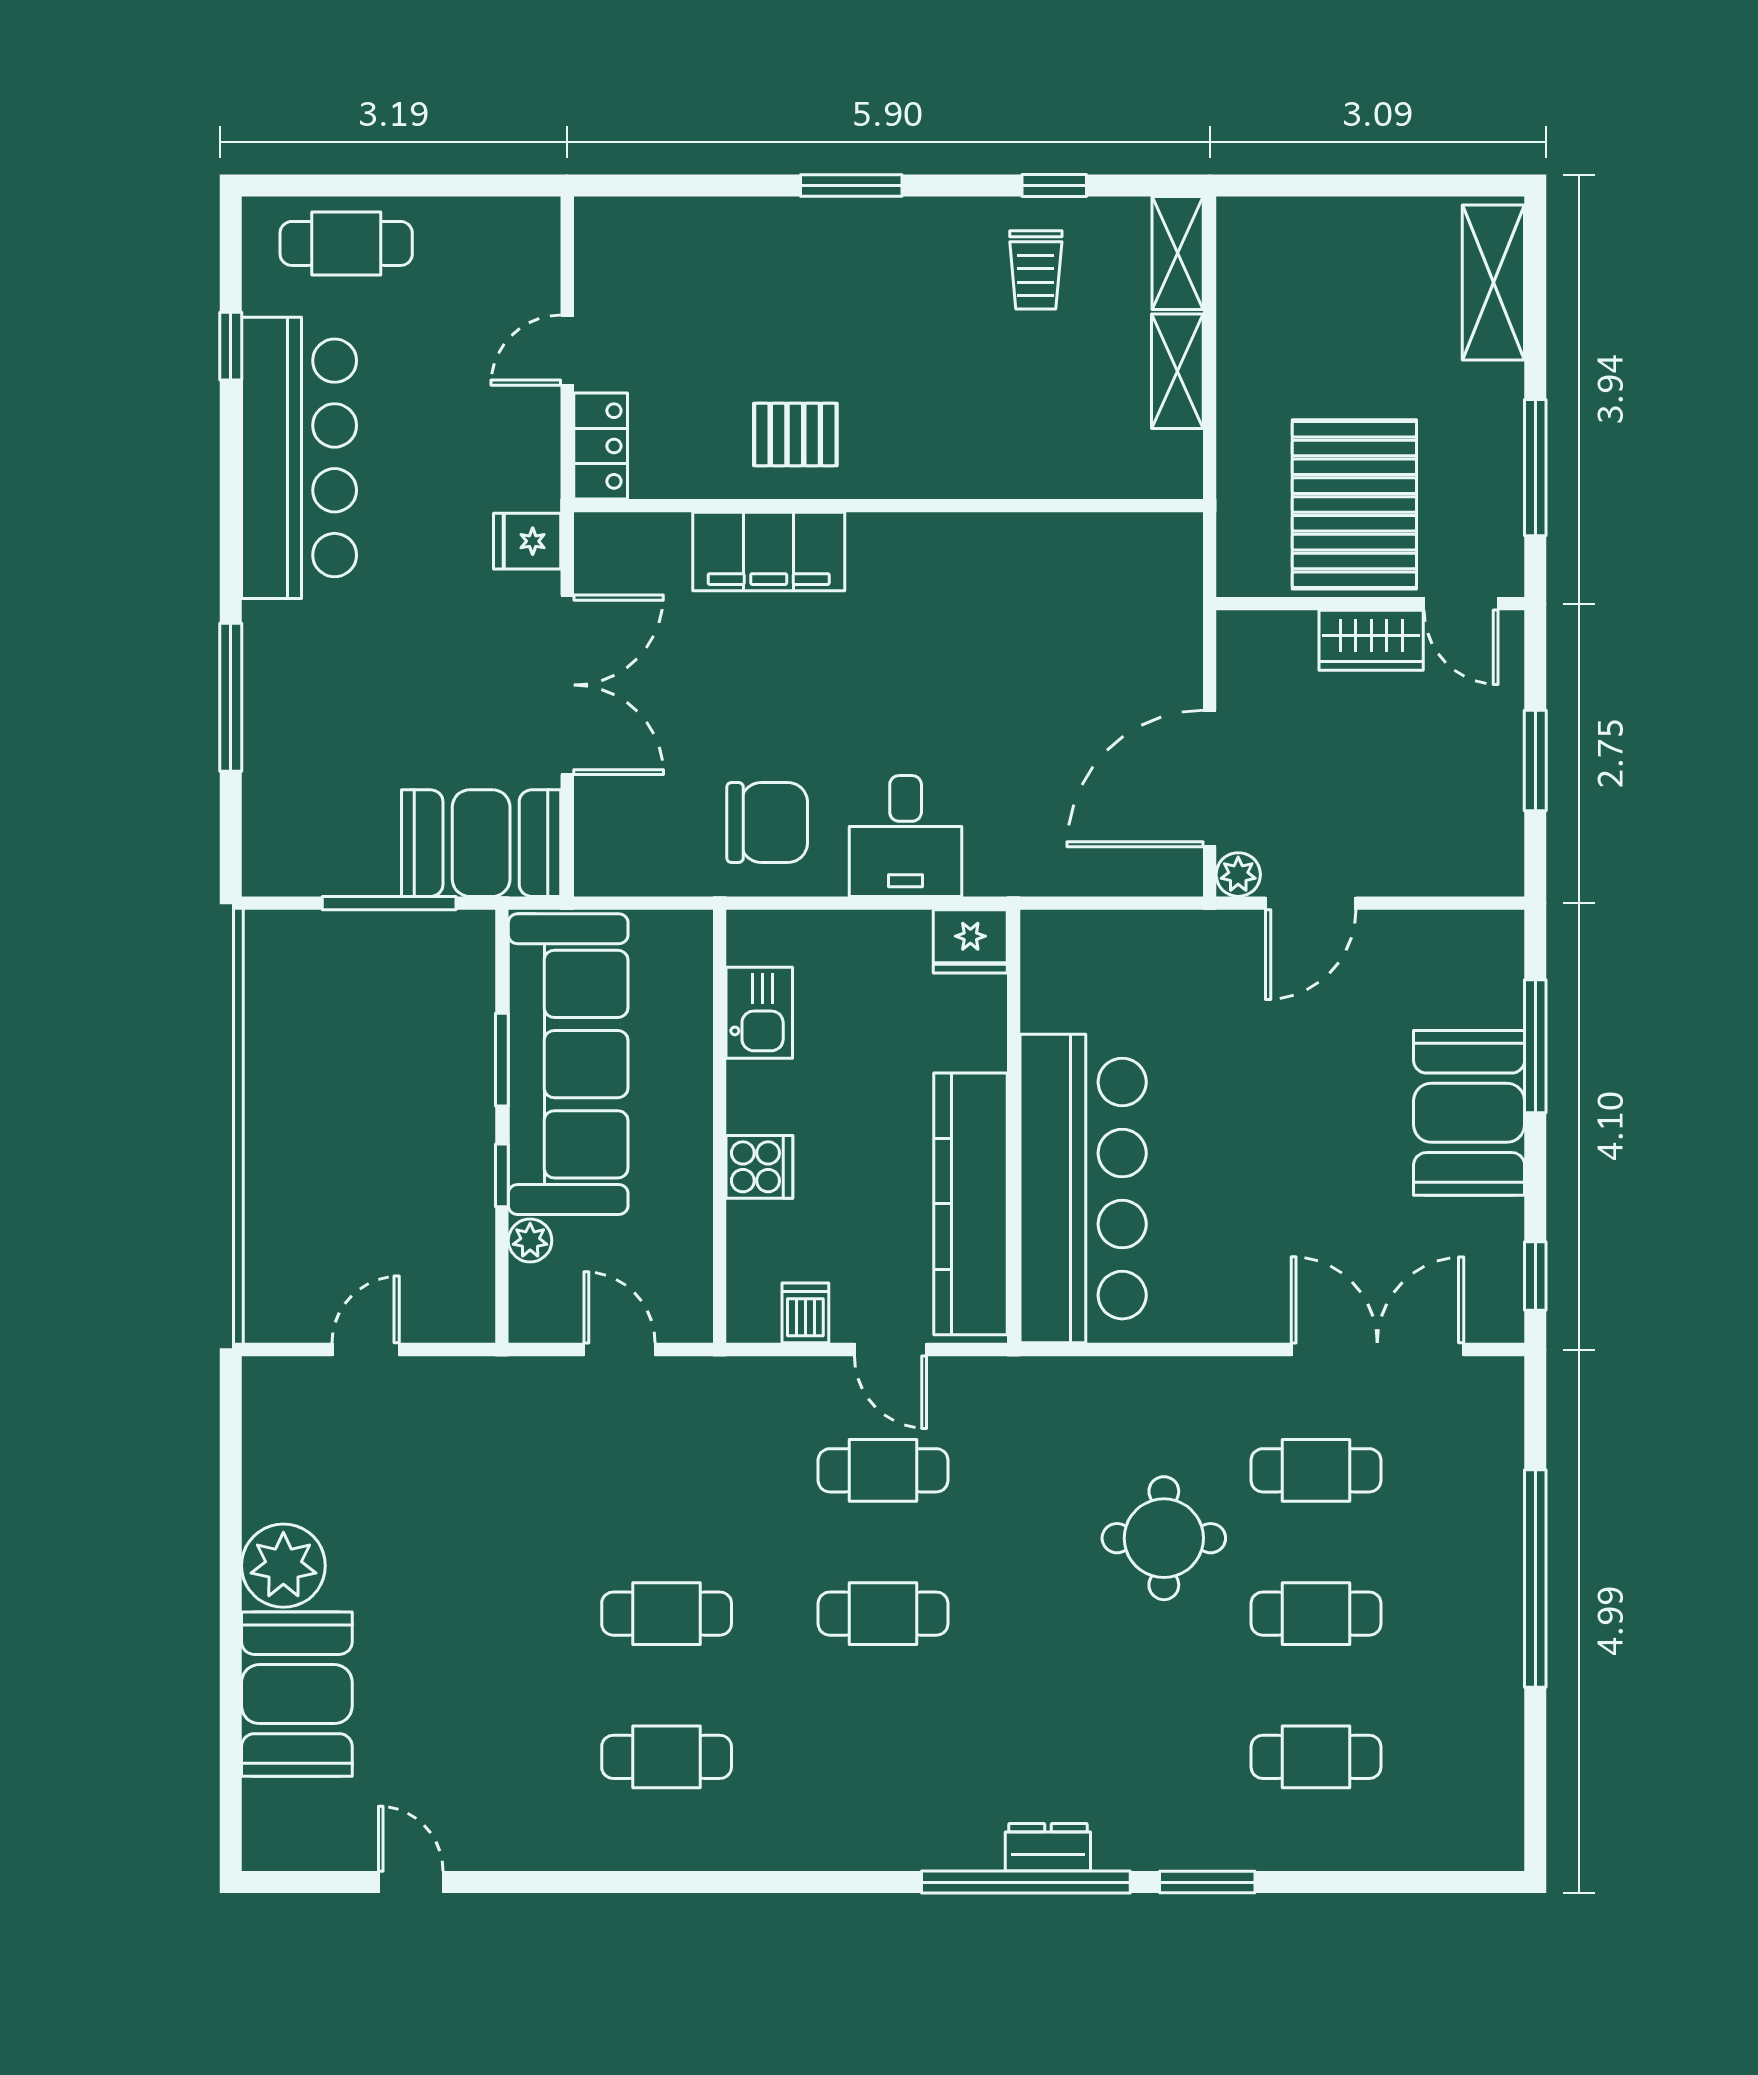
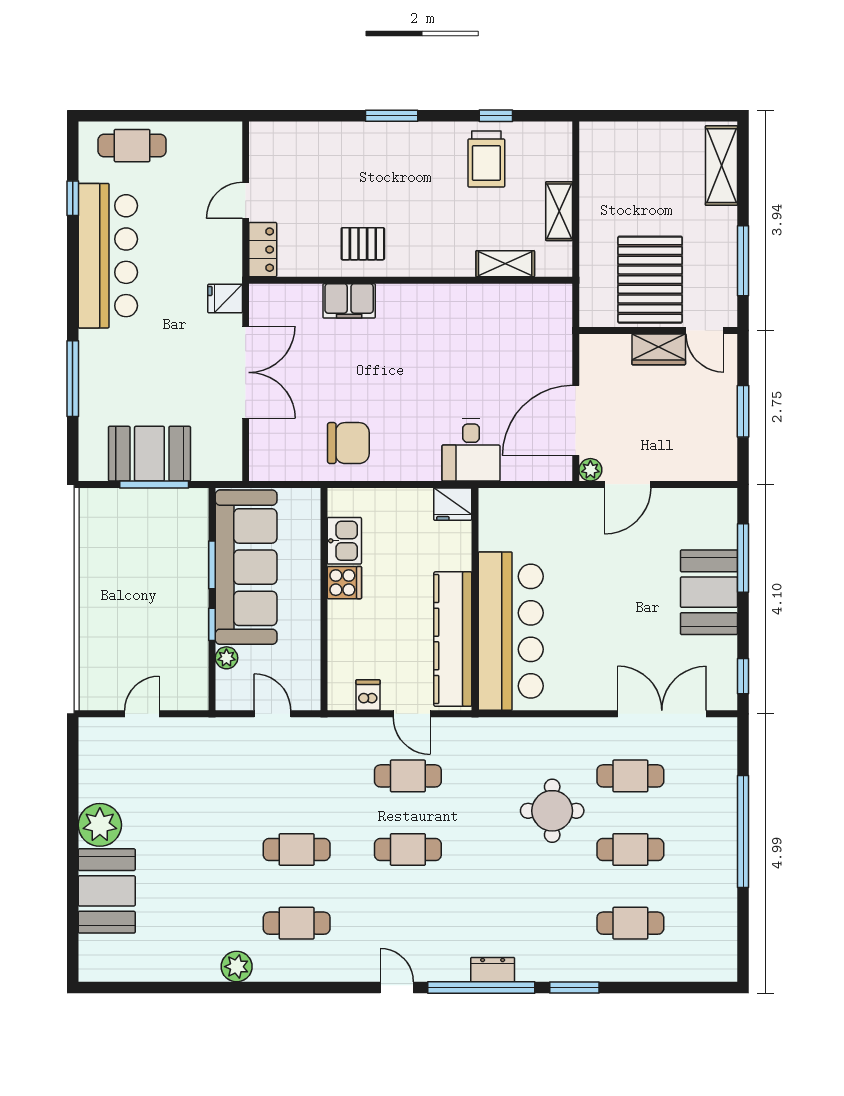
shelving: (1178, 253) -> (505, 264), moved, turned 90
trolley: (1036, 270) -> (486, 159), width x1.36, depth x1.39
filing cabinet: (769, 551) -> (349, 301), width x0.67, depth x0.86
desk: (906, 836) -> (471, 450), moved
booth: (481, 843) -> (149, 454), moved
cooker: (759, 1167) -> (344, 583), moved
plant: (550, 1841) -> (237, 967), added
door: (411, 1882) -> (397, 987), moved

